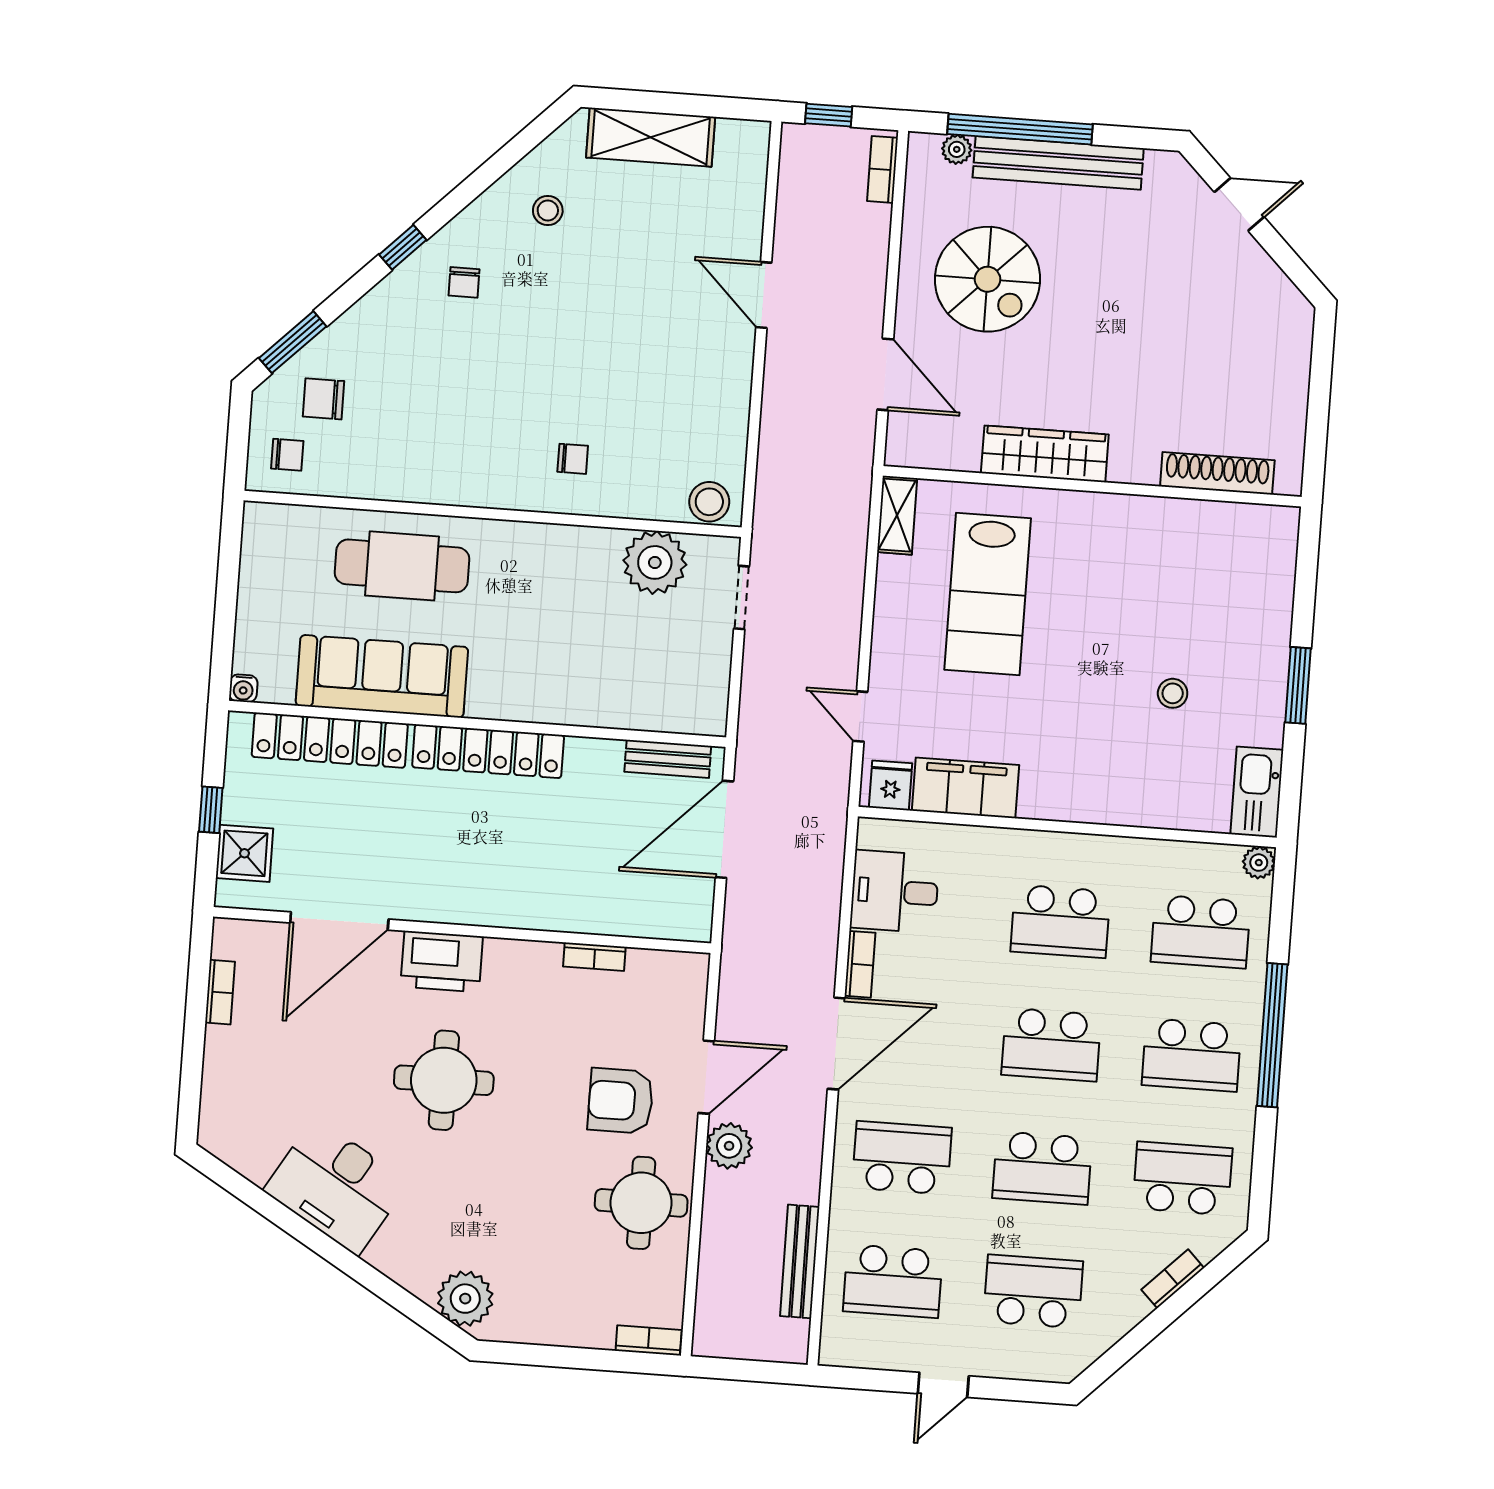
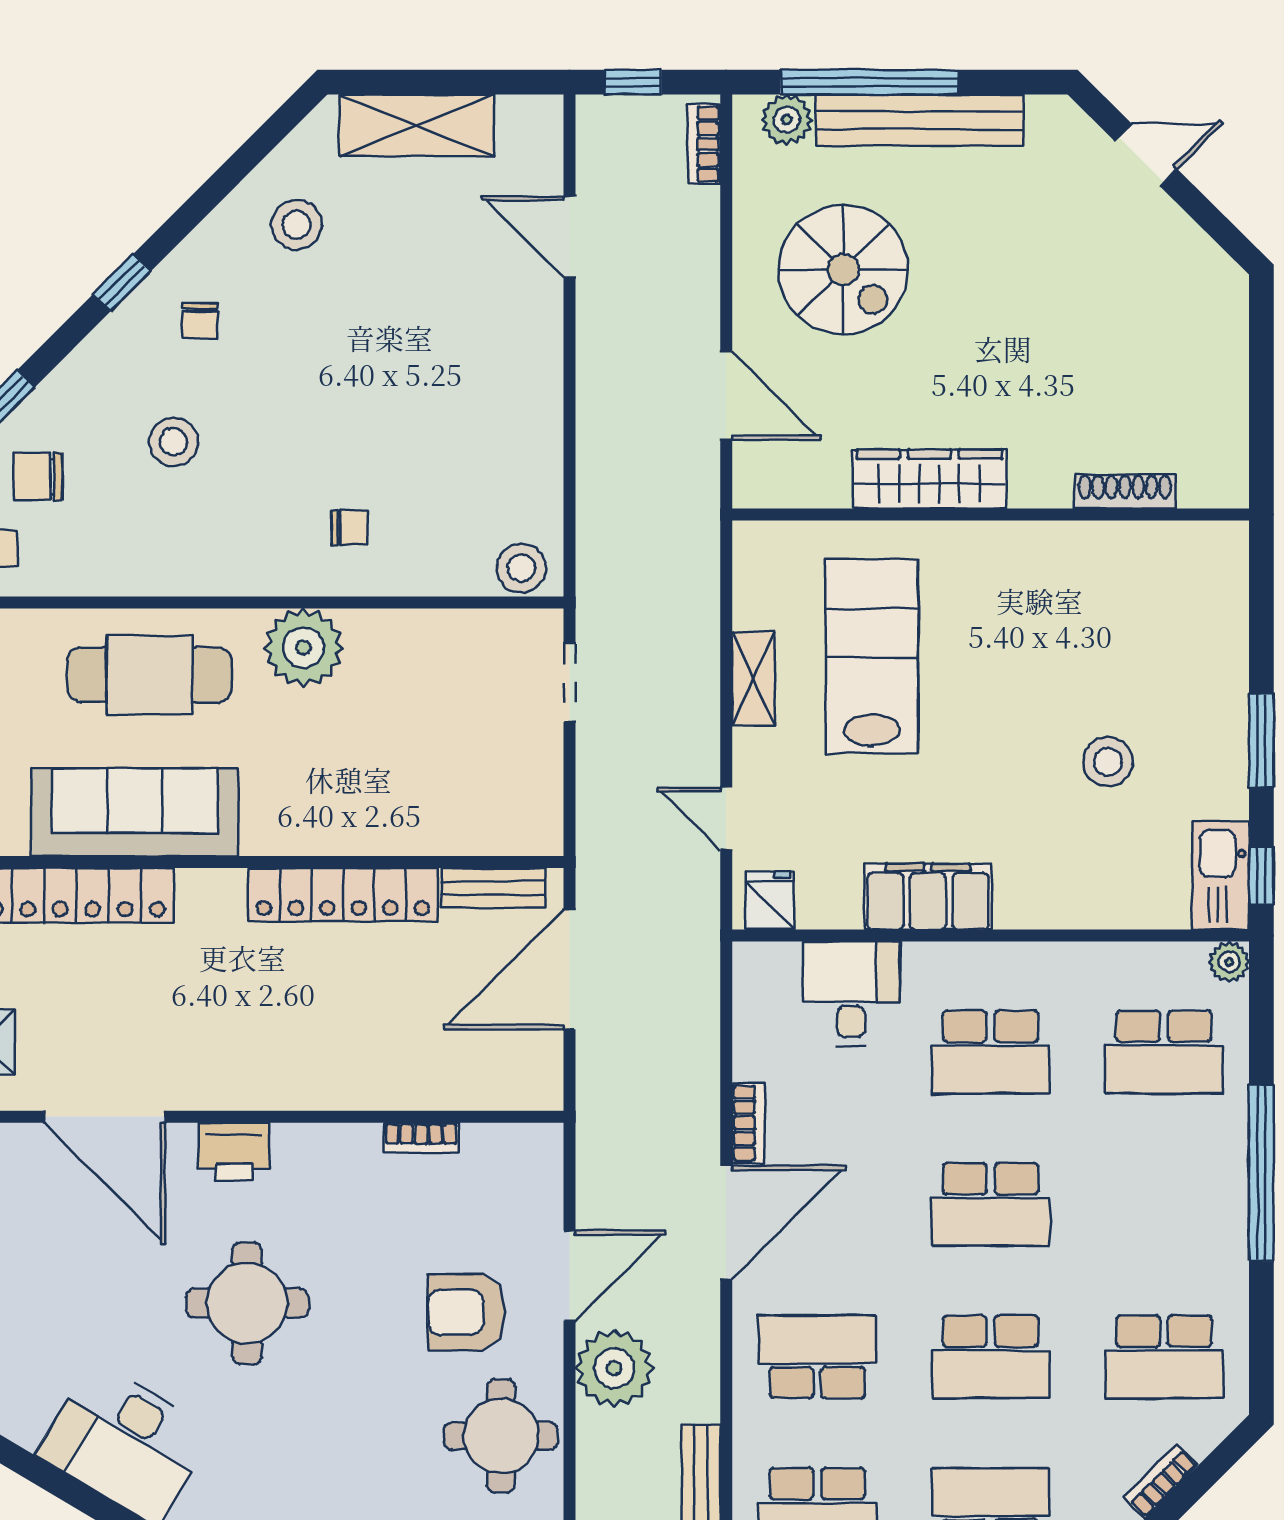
plant: (957, 149) -> (787, 120), width x1.38, depth x1.38
stool: (548, 211) -> (297, 225), width x1.37, depth x1.37
door: (764, 295) -> (570, 237), moved
stool: (435, 379) -> (174, 442), added
shoe rack: (1217, 473) -> (1125, 491), width x0.74, depth x0.81
shelving: (897, 515) -> (753, 679), moved
plant: (655, 562) -> (303, 648), moved
lab bench: (988, 594) -> (872, 656), turned 180
stool: (1173, 693) -> (1108, 762), width x1.37, depth x1.37
locker: (488, 751) -> (343, 895), moved
filing cabinet: (965, 788) -> (928, 897), moved
window: (1290, 795) -> (1261, 876), added
desk: (895, 892) -> (851, 994), moved, turned 90
door: (339, 921) -> (105, 1117), hinge flipped
printer: (442, 962) -> (234, 1152), width x0.73, depth x0.84
school desk: (1192, 1055) -> (1164, 1204), removed
plant: (729, 1146) -> (614, 1368), width x1.36, depth x1.36
school desk: (1182, 1178) -> (1164, 1357), turned 180

